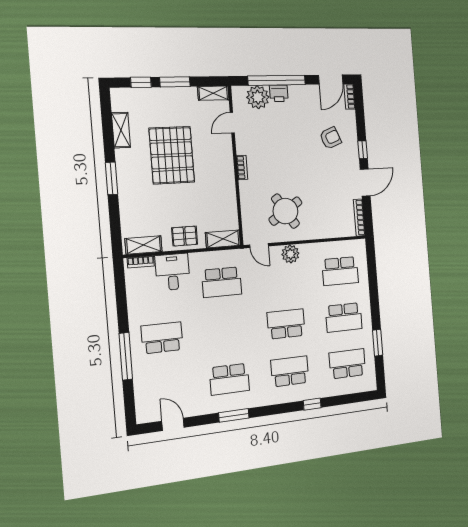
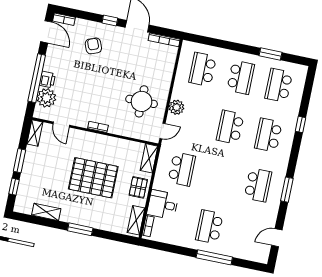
pallet: (172, 155) -> (93, 178), moved
round table: (285, 211) -> (142, 101), turned 33
school desk: (340, 271) -> (203, 69), turned 180

